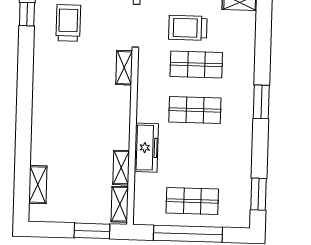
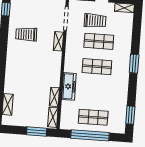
trolley: (68, 23) -> (26, 34), moved, turned -92
trolley: (188, 28) -> (95, 21), turned 180

